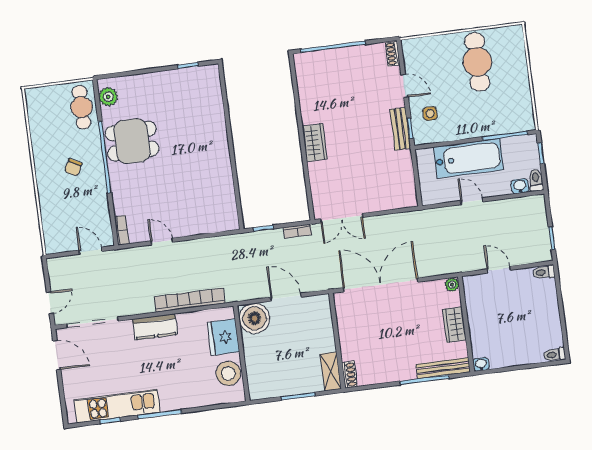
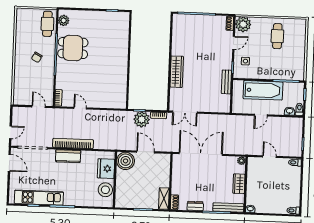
plant: (415, 51) -> (243, 24), added
cafe table: (477, 62) -> (277, 36), width x0.73, depth x0.74
door: (405, 86) -> (234, 43), hinge flipped
bench: (400, 129) -> (226, 82), moved
wardrobe: (315, 143) -> (177, 72), width x1.50
door: (472, 201) -> (261, 115), swing flipped
plant: (270, 243) -> (142, 119), added
bookcase: (190, 300) -> (73, 143), moved
dresser: (386, 375) -> (195, 206), added

